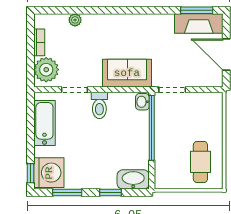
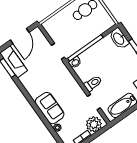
sofa: (127, 73) -> (50, 108), moved, turned 180

